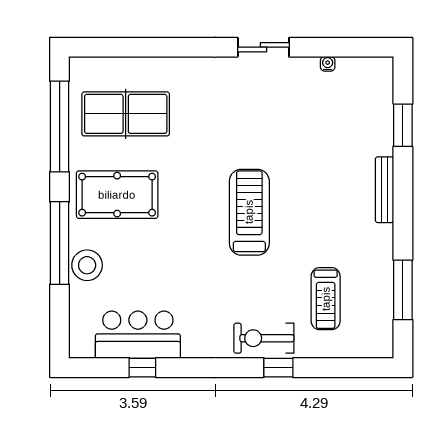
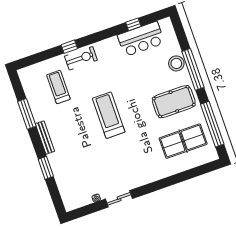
sliding door: (263, 47) -> (119, 199), moved
window: (403, 125) -> (46, 168), moved
bench: (385, 190) -> (45, 138), moved
treadmill: (249, 212) -> (109, 115), turned 180
window: (403, 290) -> (27, 114), moved

